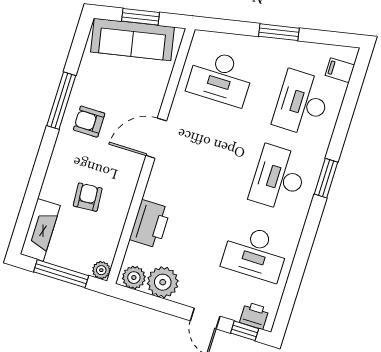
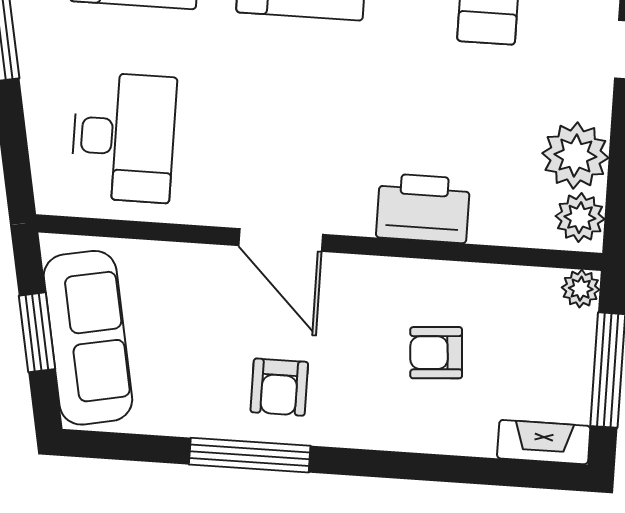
printer: (150, 224) -> (423, 208), moved
fireplace: (40, 230) -> (544, 442), width x0.73, depth x0.76

